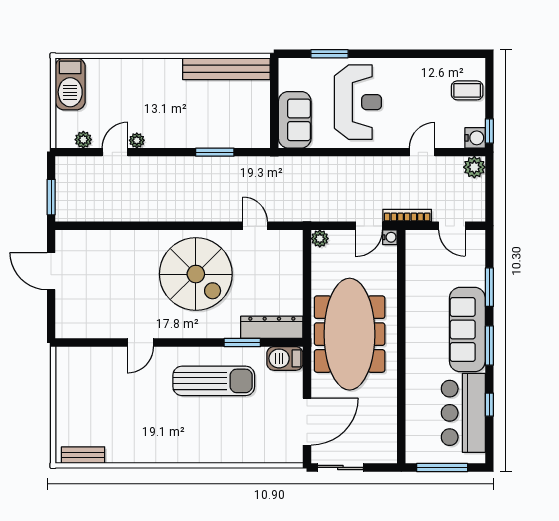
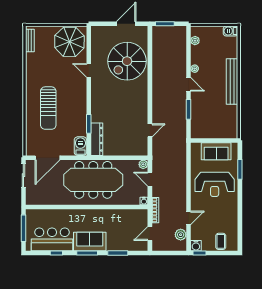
bench: (226, 69) -> (232, 81), moved
barbecue: (70, 84) -> (231, 31), width x0.53, depth x0.65
sofa: (295, 120) -> (216, 151), moved
door: (115, 152) -> (188, 84), moved
door: (422, 152) -> (188, 218), hinge flipped
plant: (474, 167) -> (181, 235), moved
door: (369, 226) -> (150, 179), moved
spiral stairs: (196, 274) -> (127, 61), moved
sofa: (467, 330) -> (90, 242), width x0.73
parasol: (86, 379) -> (69, 42), added
sun lounger: (214, 381) -> (48, 108), moved
door: (307, 422) -> (47, 158), hinge flipped

